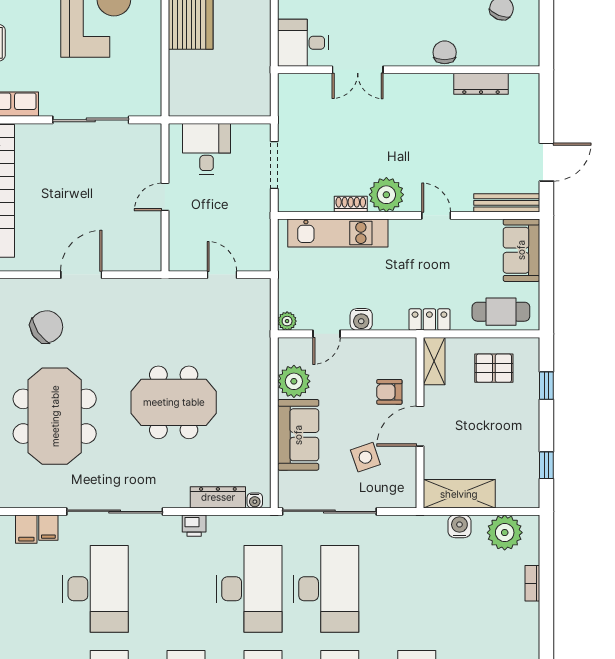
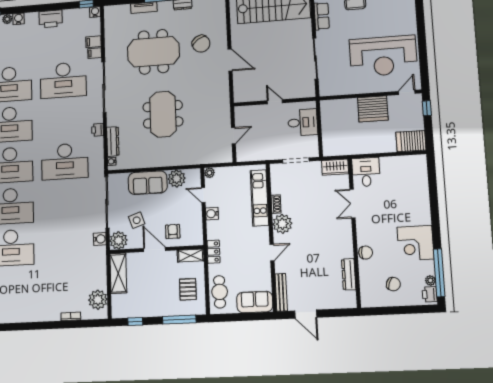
wardrobe: (291, 96) -> (335, 167), added
window: (546, 386) -> (179, 320), width x2.17
plant: (400, 492) -> (119, 240), added
water cooler: (459, 526) -> (100, 239), moved
desk: (326, 589) -> (66, 203), removed

